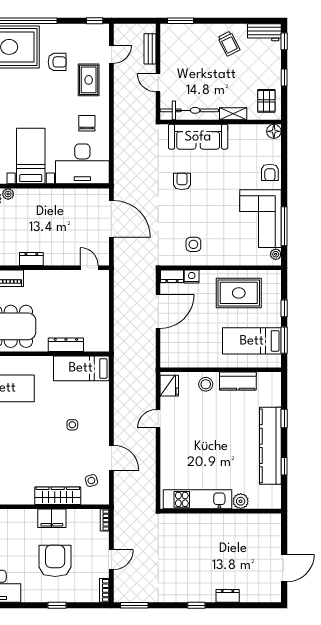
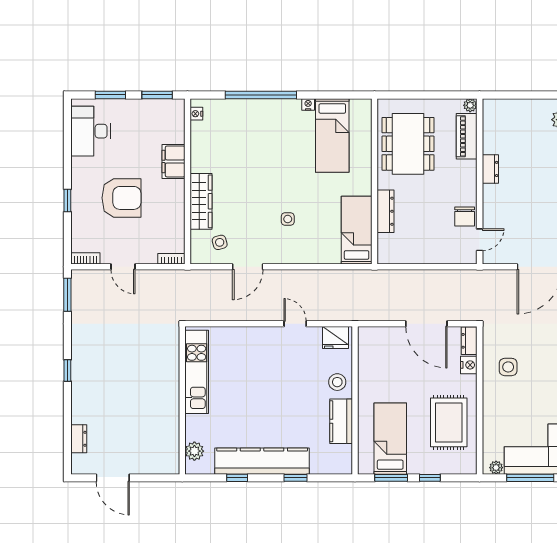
chair: (70, 280) -> (465, 216), added
plant: (241, 501) -> (194, 451), moved
filing cabinet: (52, 518) -> (174, 161), moved
dresser: (228, 596) -> (79, 439), moved

